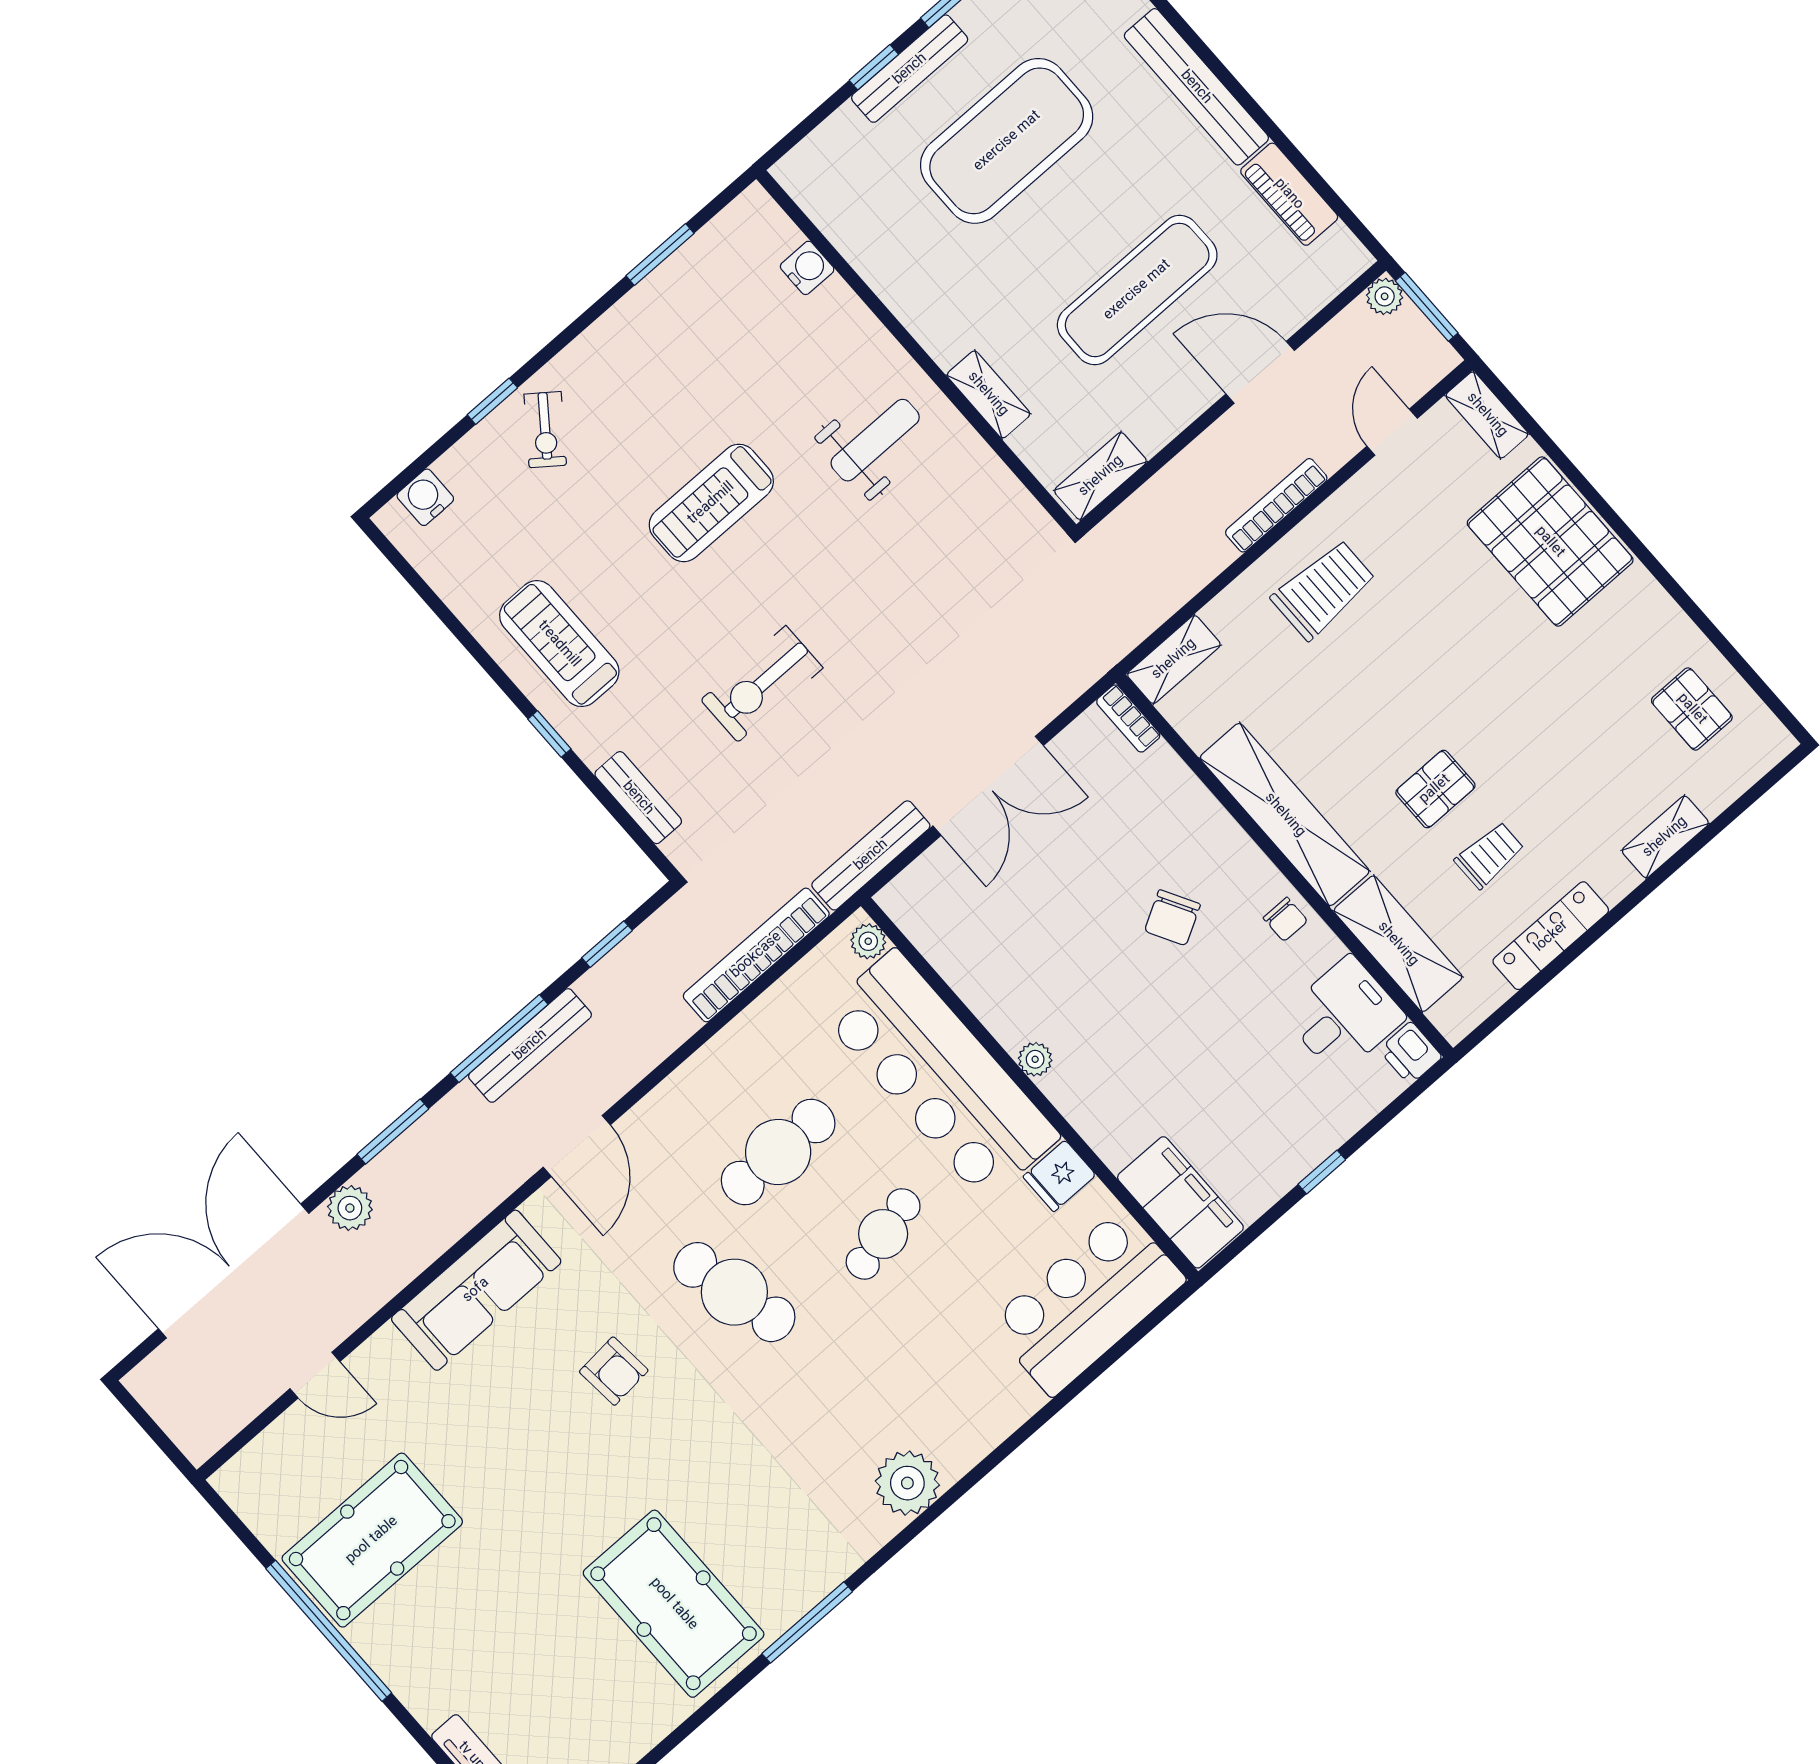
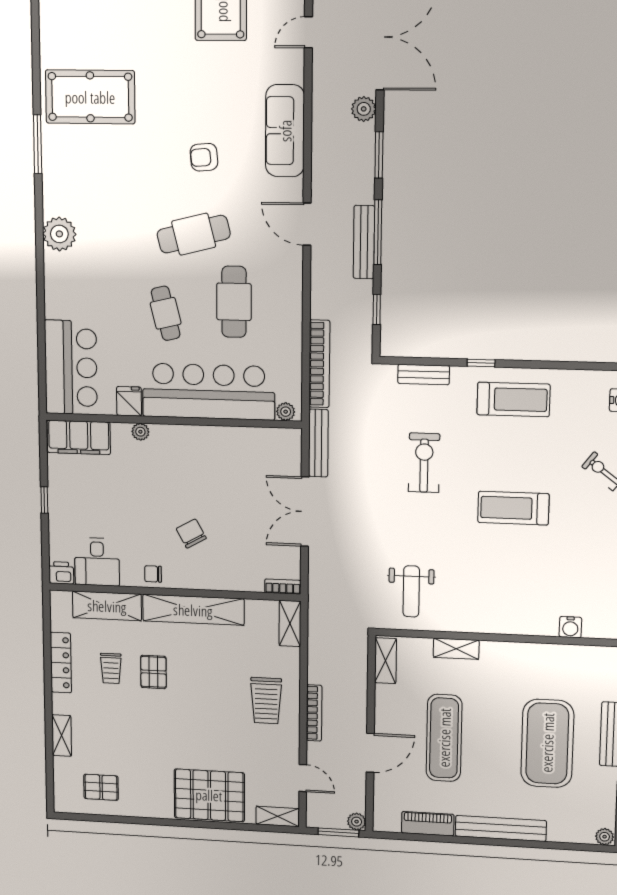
weight bench: (875, 440) -> (411, 591), moved
treadmill: (711, 503) -> (513, 508), turned -90
plant: (1035, 1059) -> (140, 432), moved

